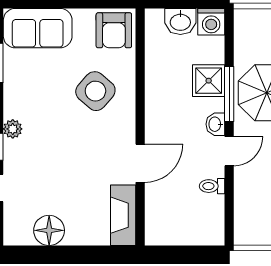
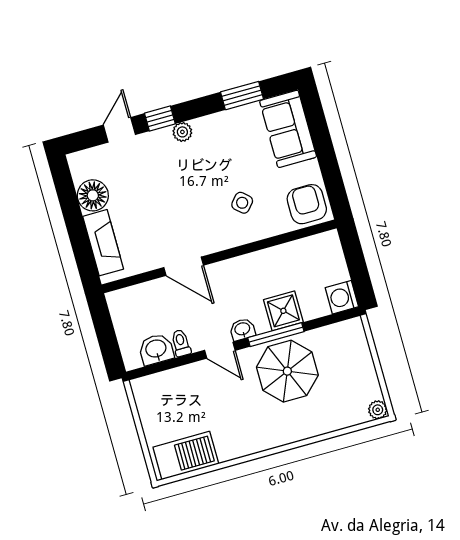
washbasin: (180, 21) -> (156, 349), moved, turned 90
armchair: (114, 30) -> (307, 204), turned 90
side table: (95, 91) -> (242, 203), width x0.54, depth x0.54
fireplace: (123, 215) -> (103, 243), moved, turned 90

